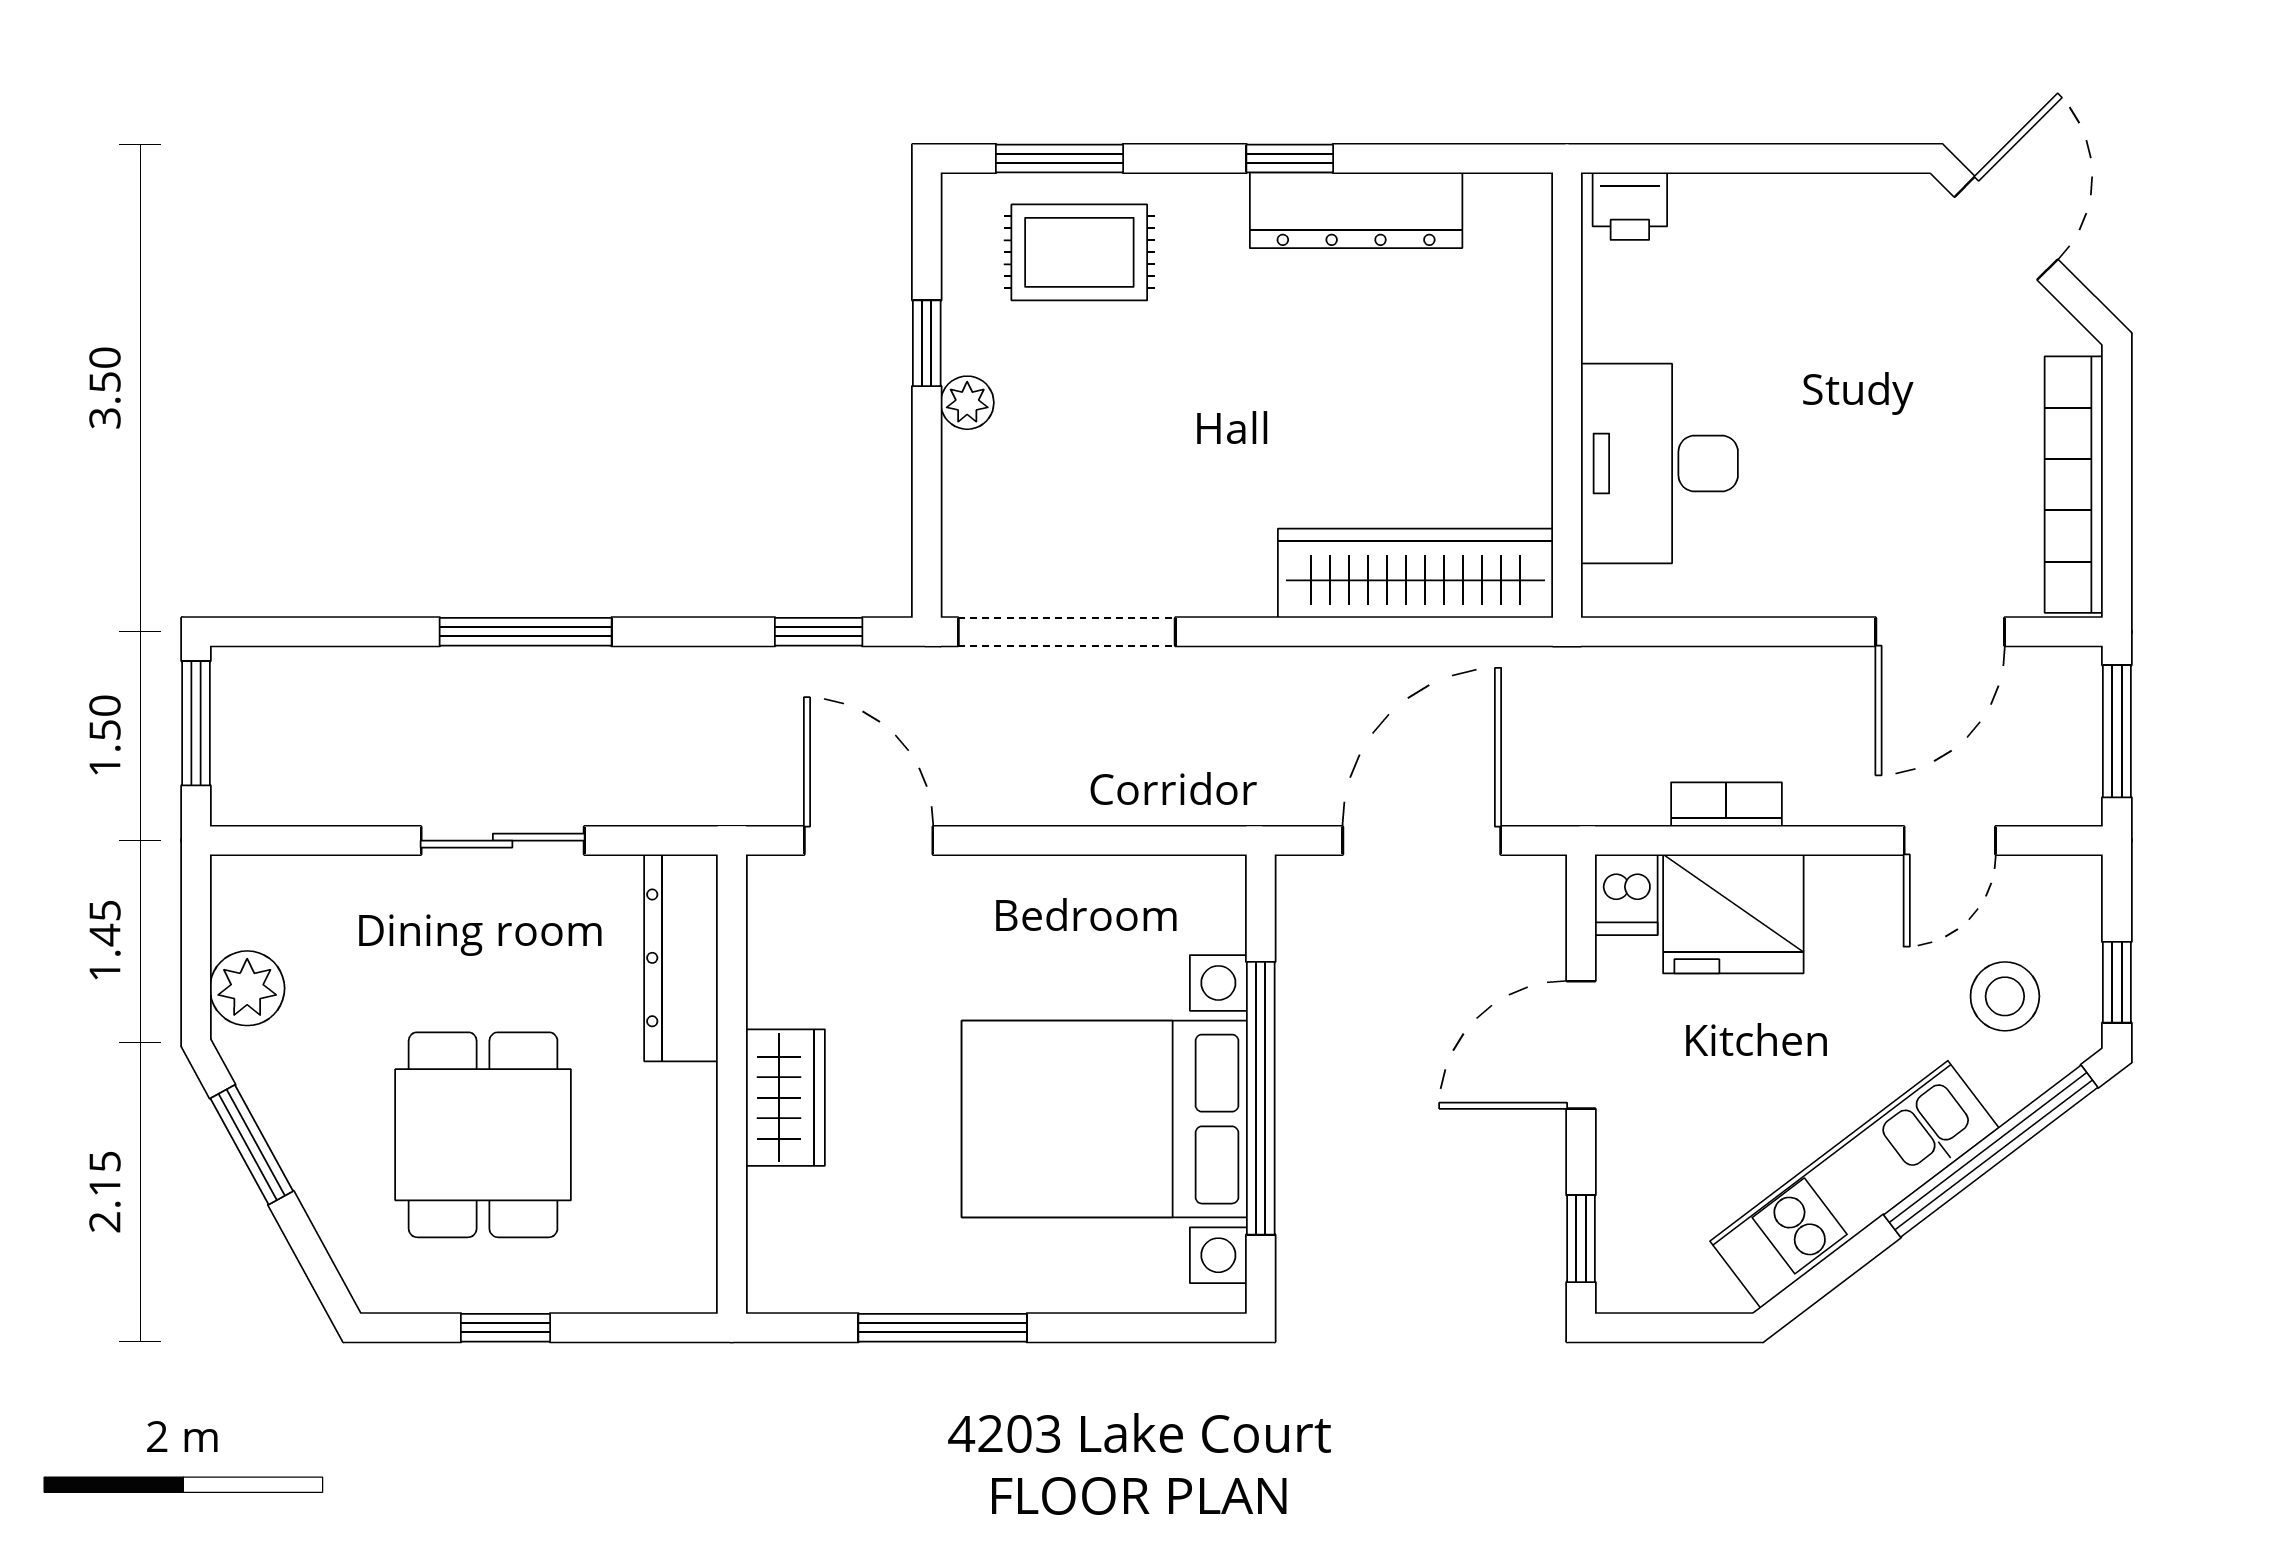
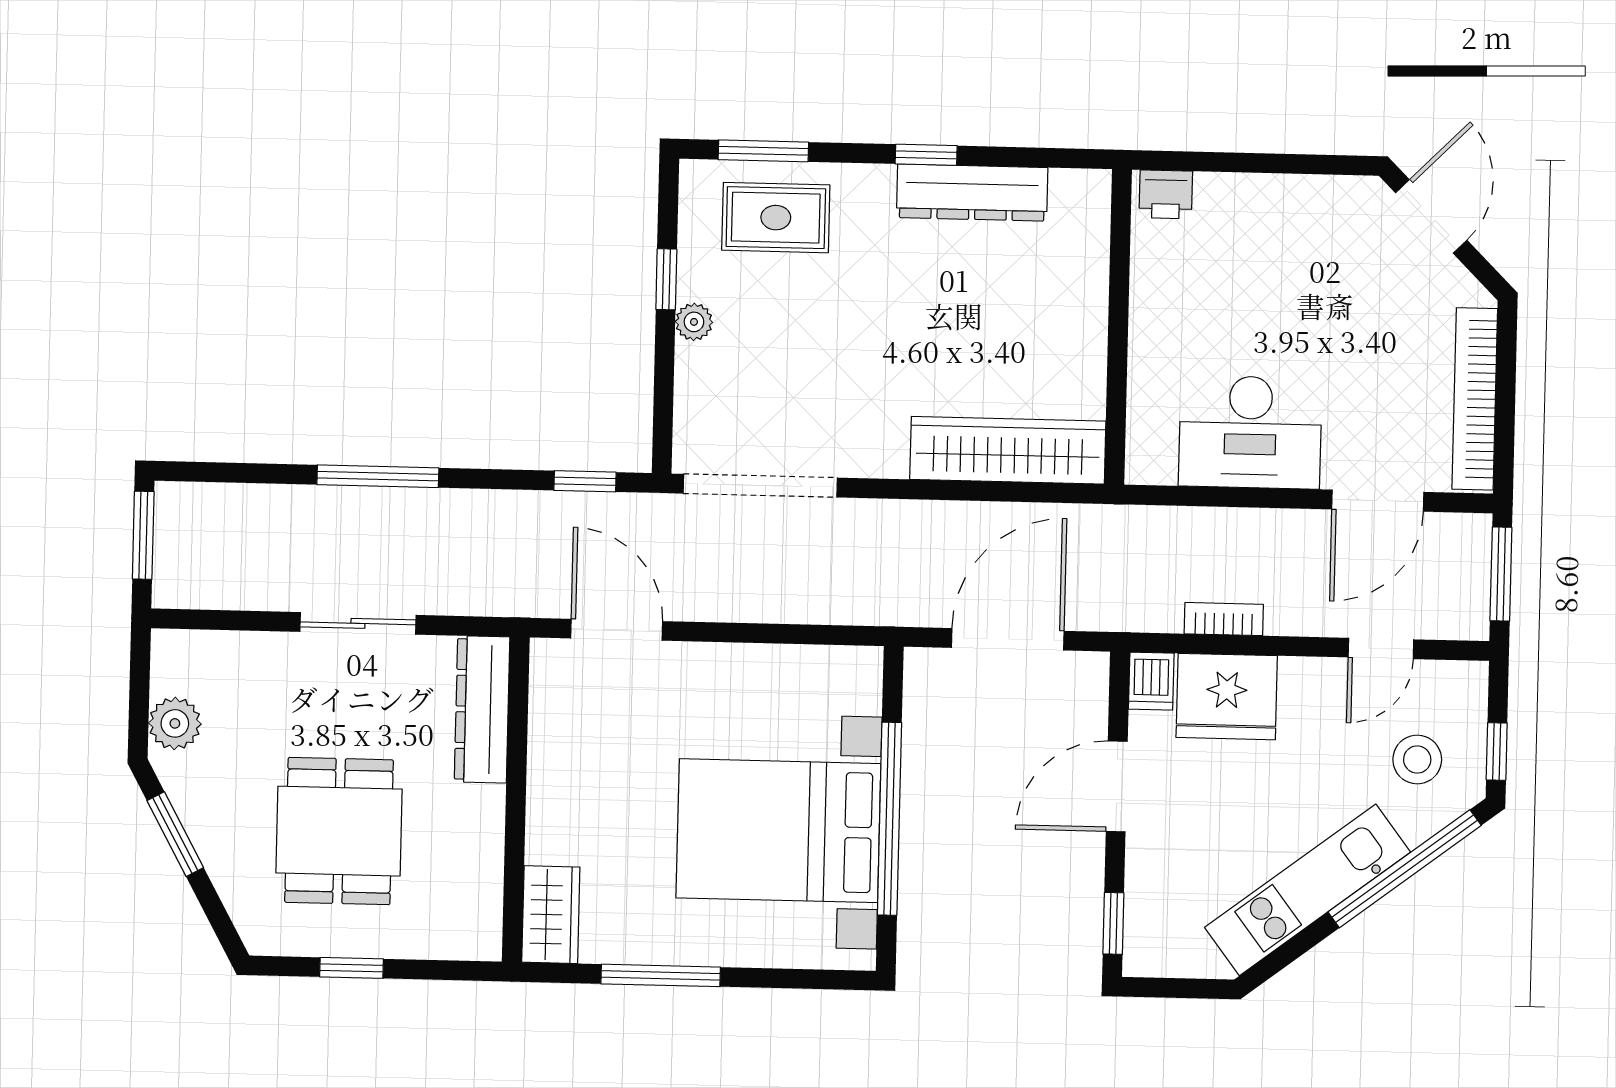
desk: (1659, 464) -> (1250, 432), moved, turned -90
wardrobe: (785, 1098) -> (551, 915), moved

